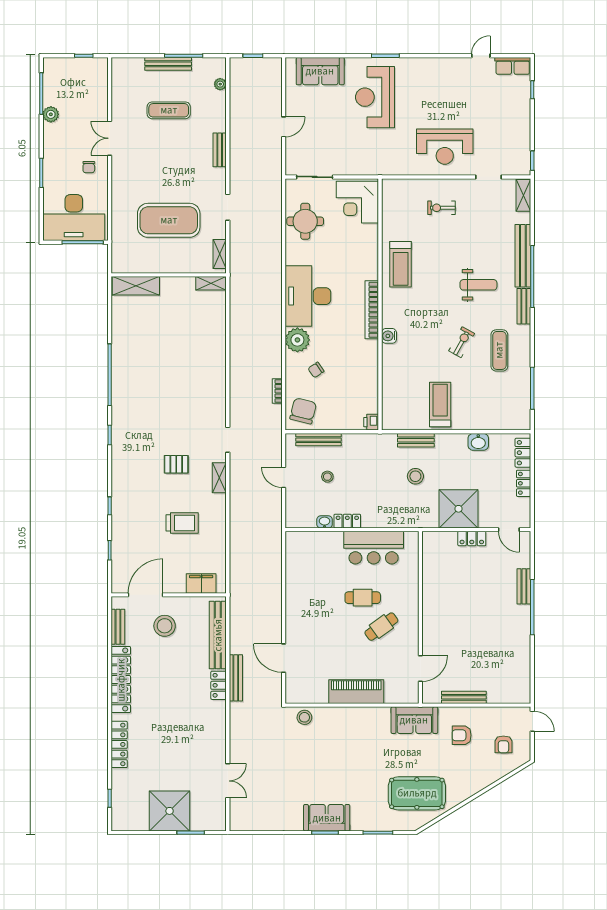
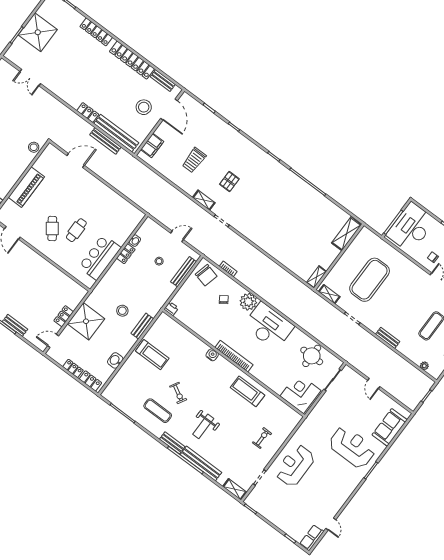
bench: (236, 678) -> (105, 141), moved

